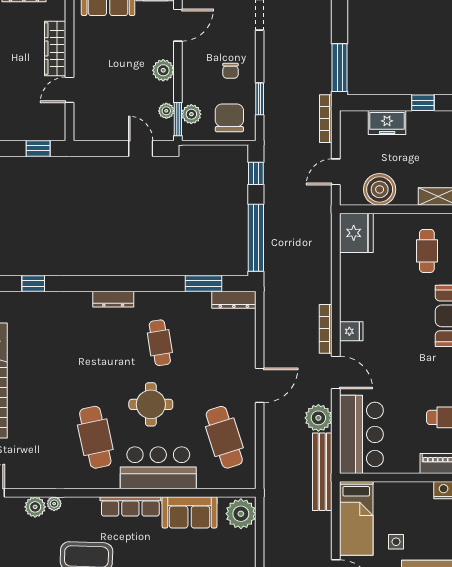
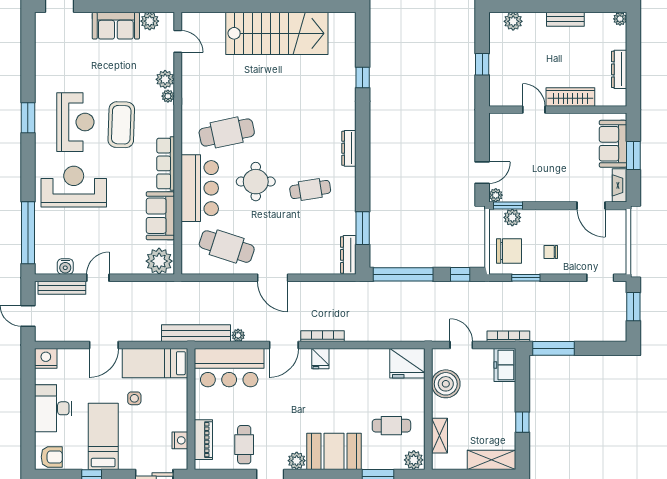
plant: (163, 70) -> (551, 193), removed
plant: (166, 111) -> (496, 195), moved
freezer: (387, 123) -> (505, 365), moved
window: (38, 148) -> (482, 64), moved
plant: (318, 418) -> (238, 335), width x0.53, depth x0.53
cafe table: (224, 437) -> (227, 247), turned 36

